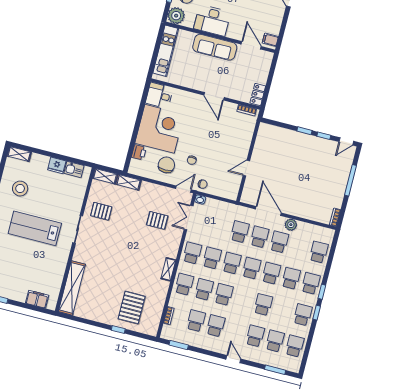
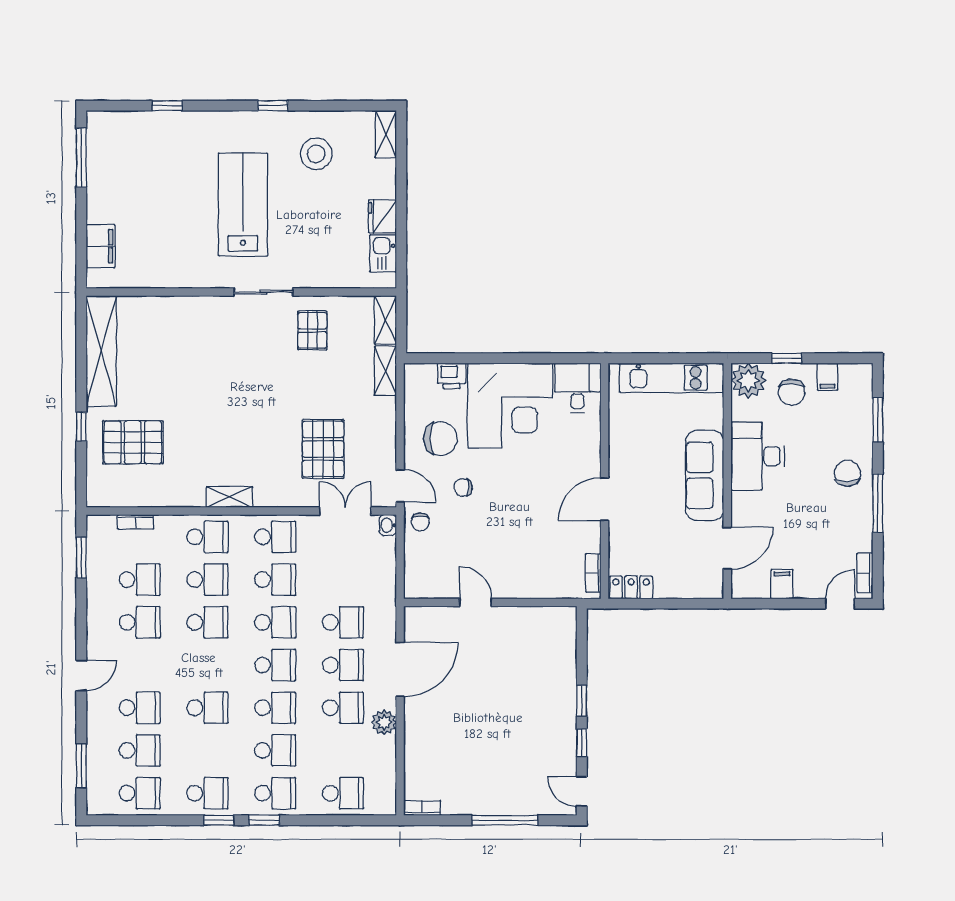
filing cabinet: (270, 40) -> (782, 584), moved
pallet: (157, 220) -> (323, 449), width x1.50, depth x1.42
shelving: (72, 288) -> (101, 351), moved, turned 90

